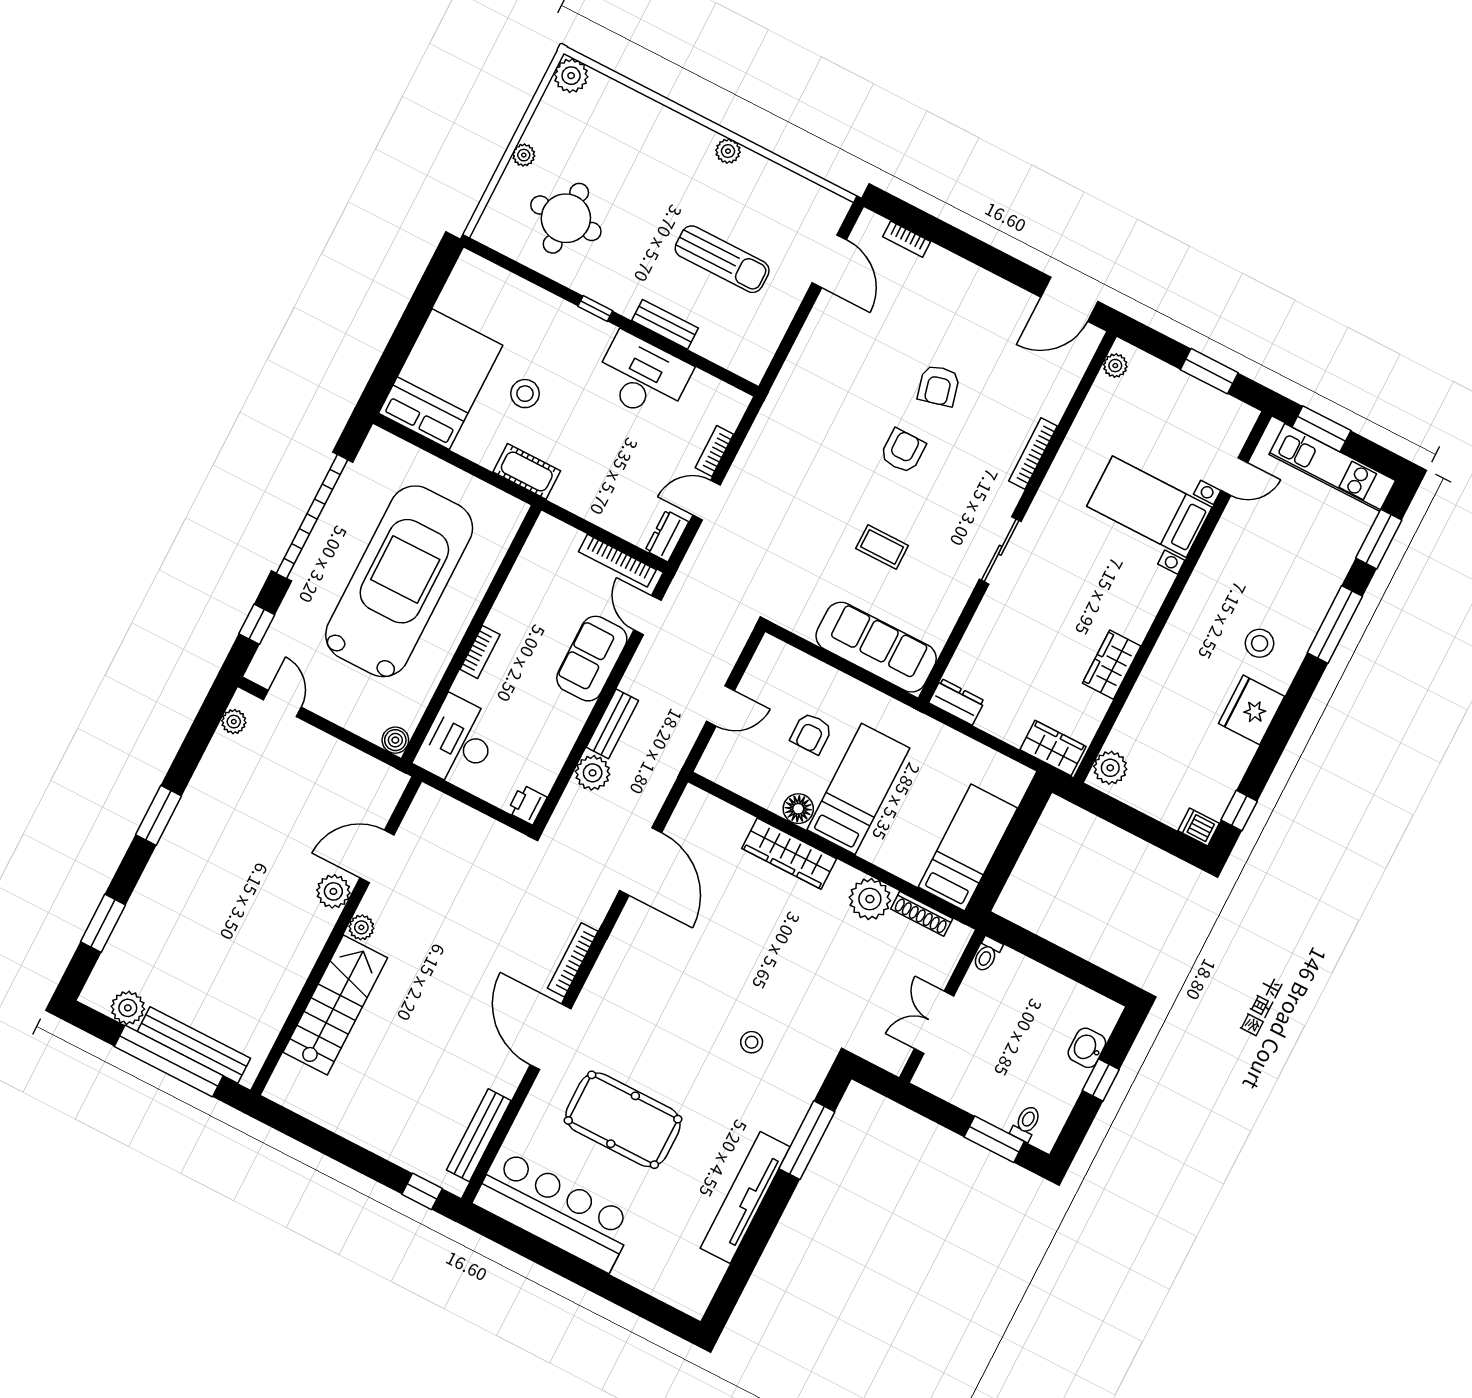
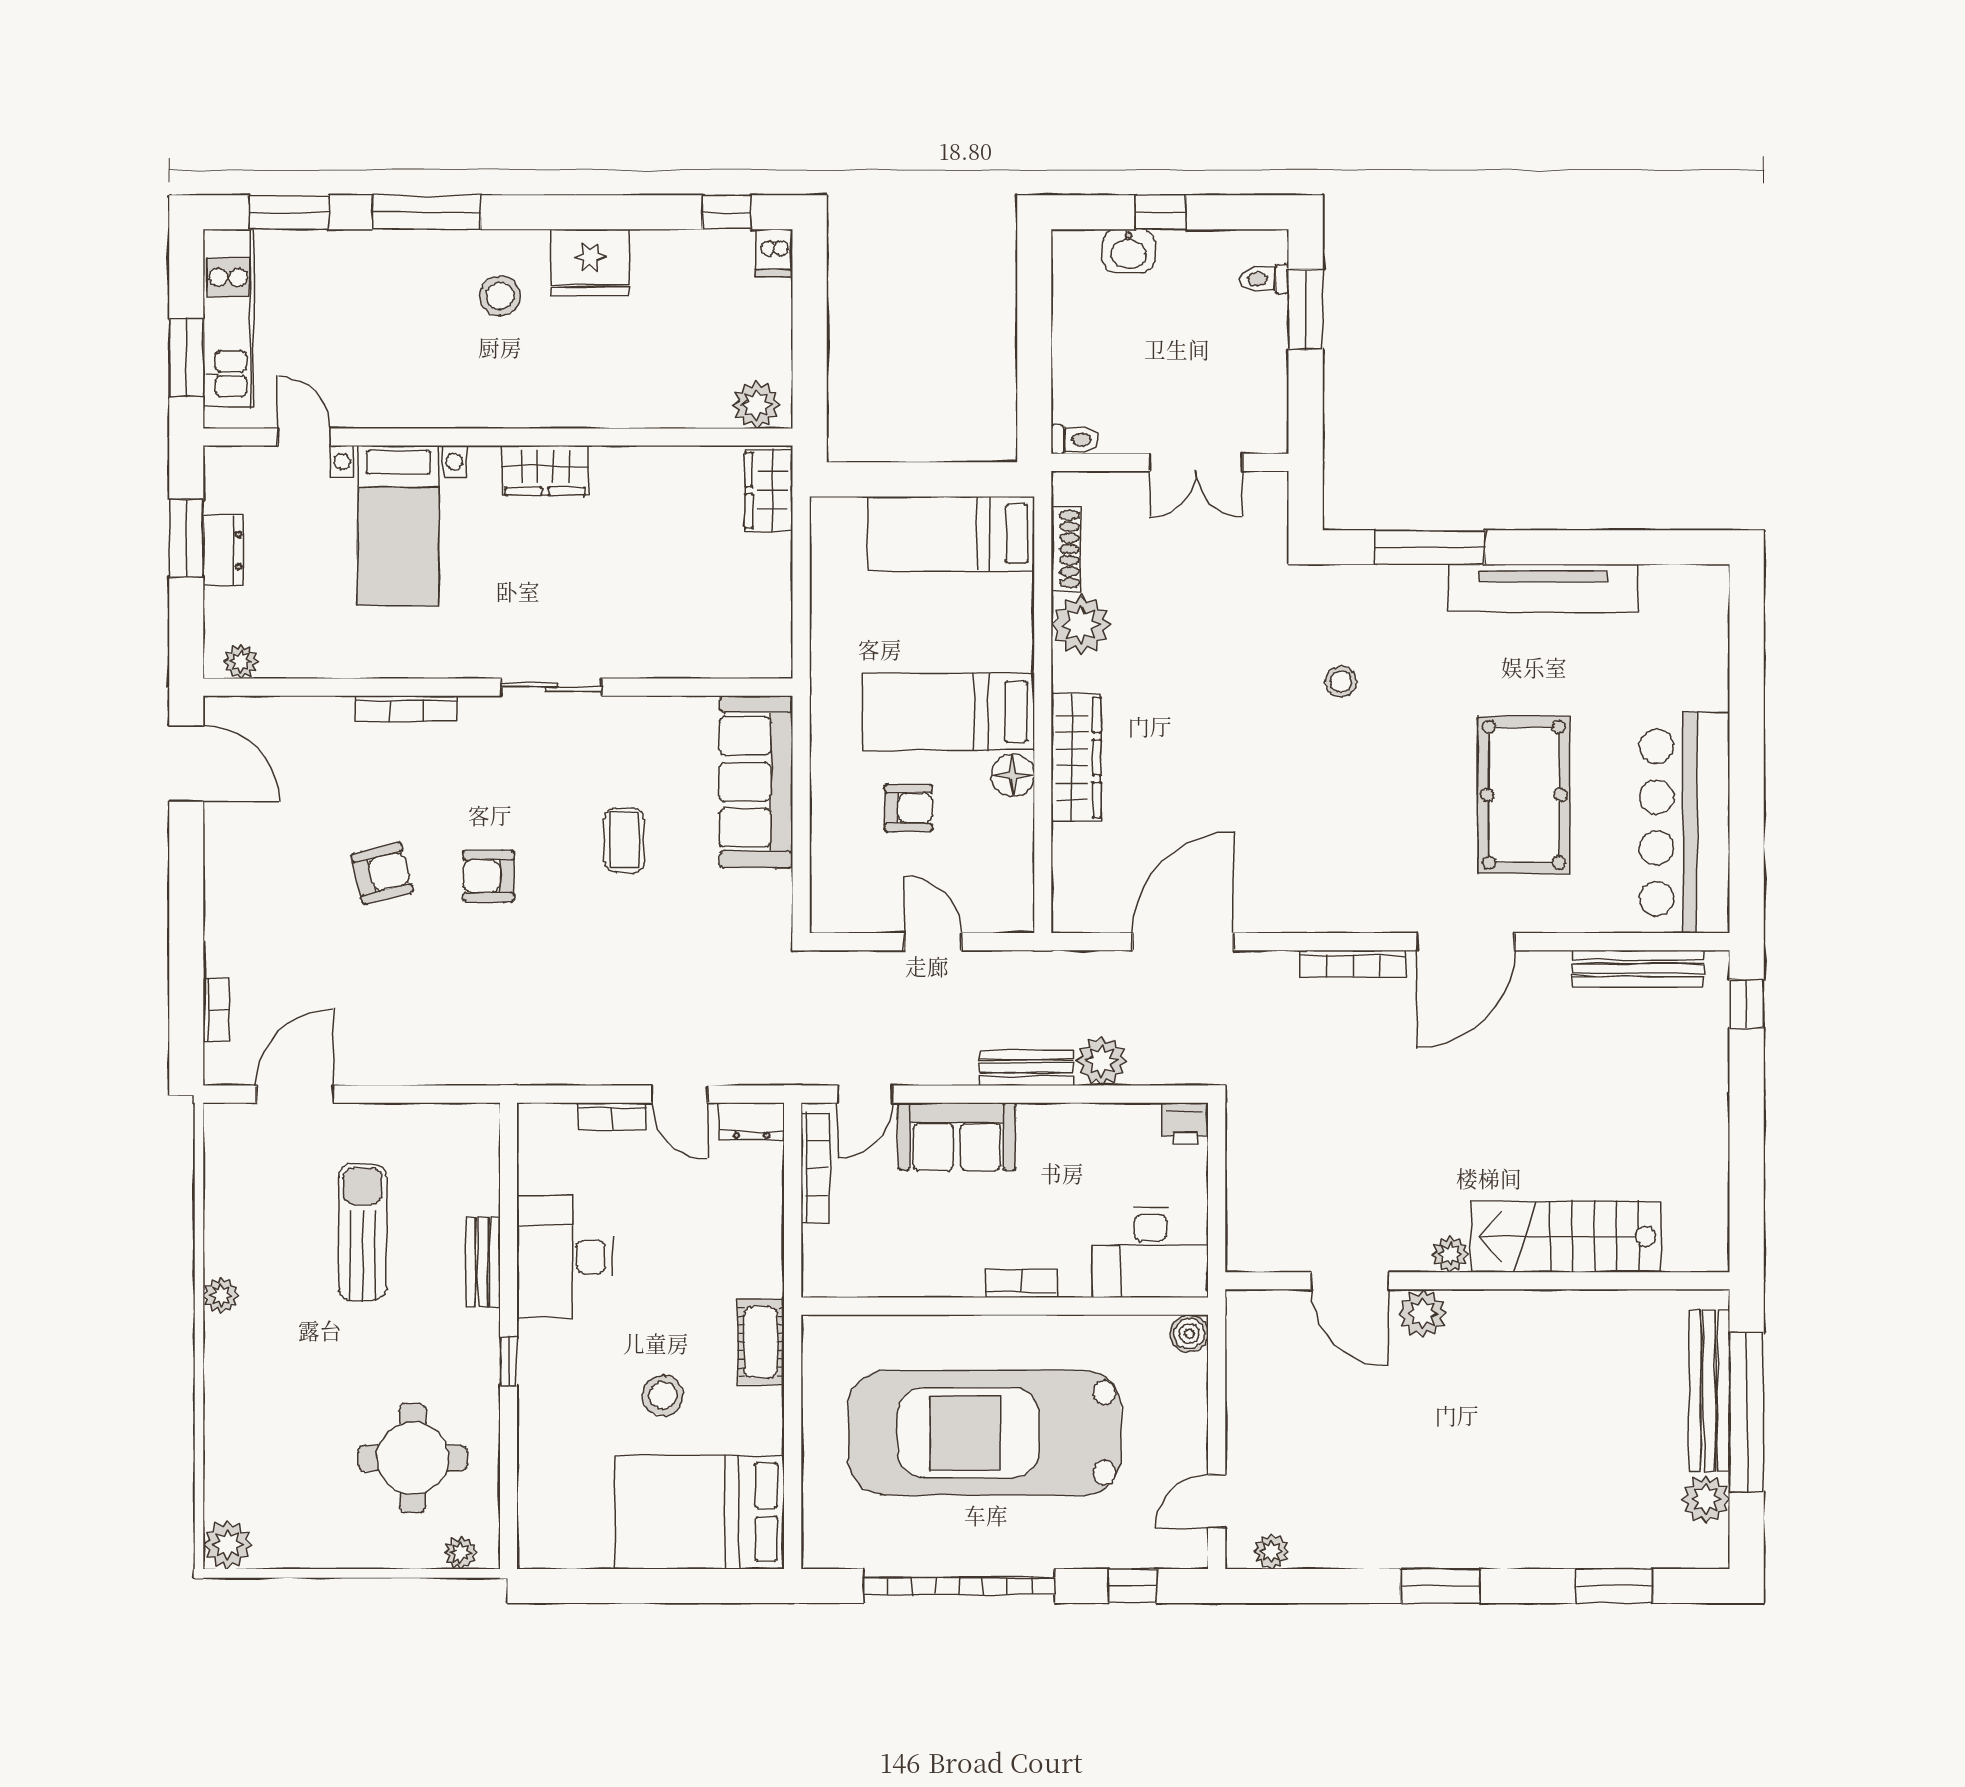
plant: (524, 155) -> (461, 1553), moved
wardrobe: (1112, 665) -> (545, 470), moved
dresser: (957, 702) -> (223, 551), moved, turned 180

